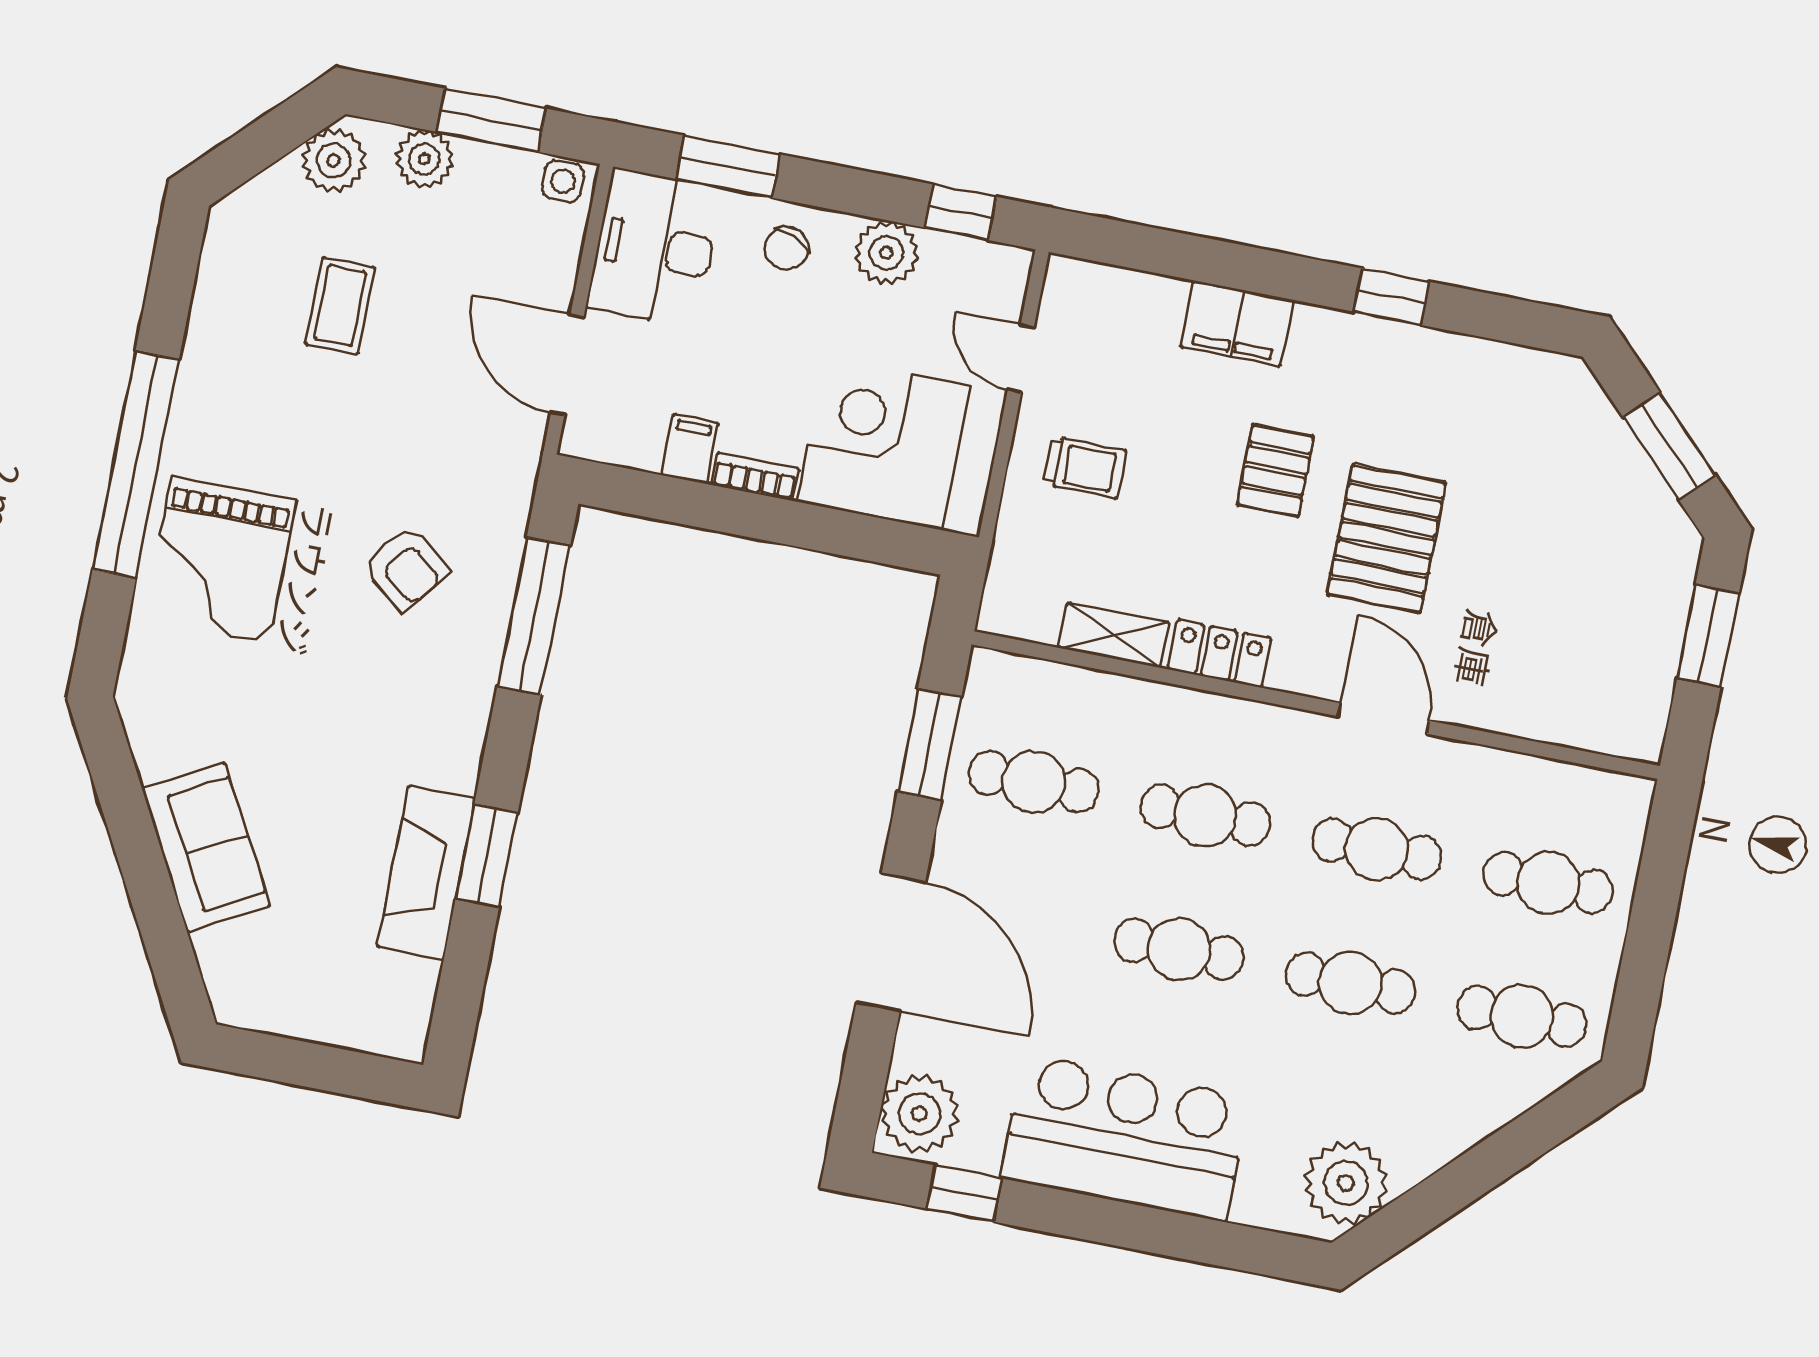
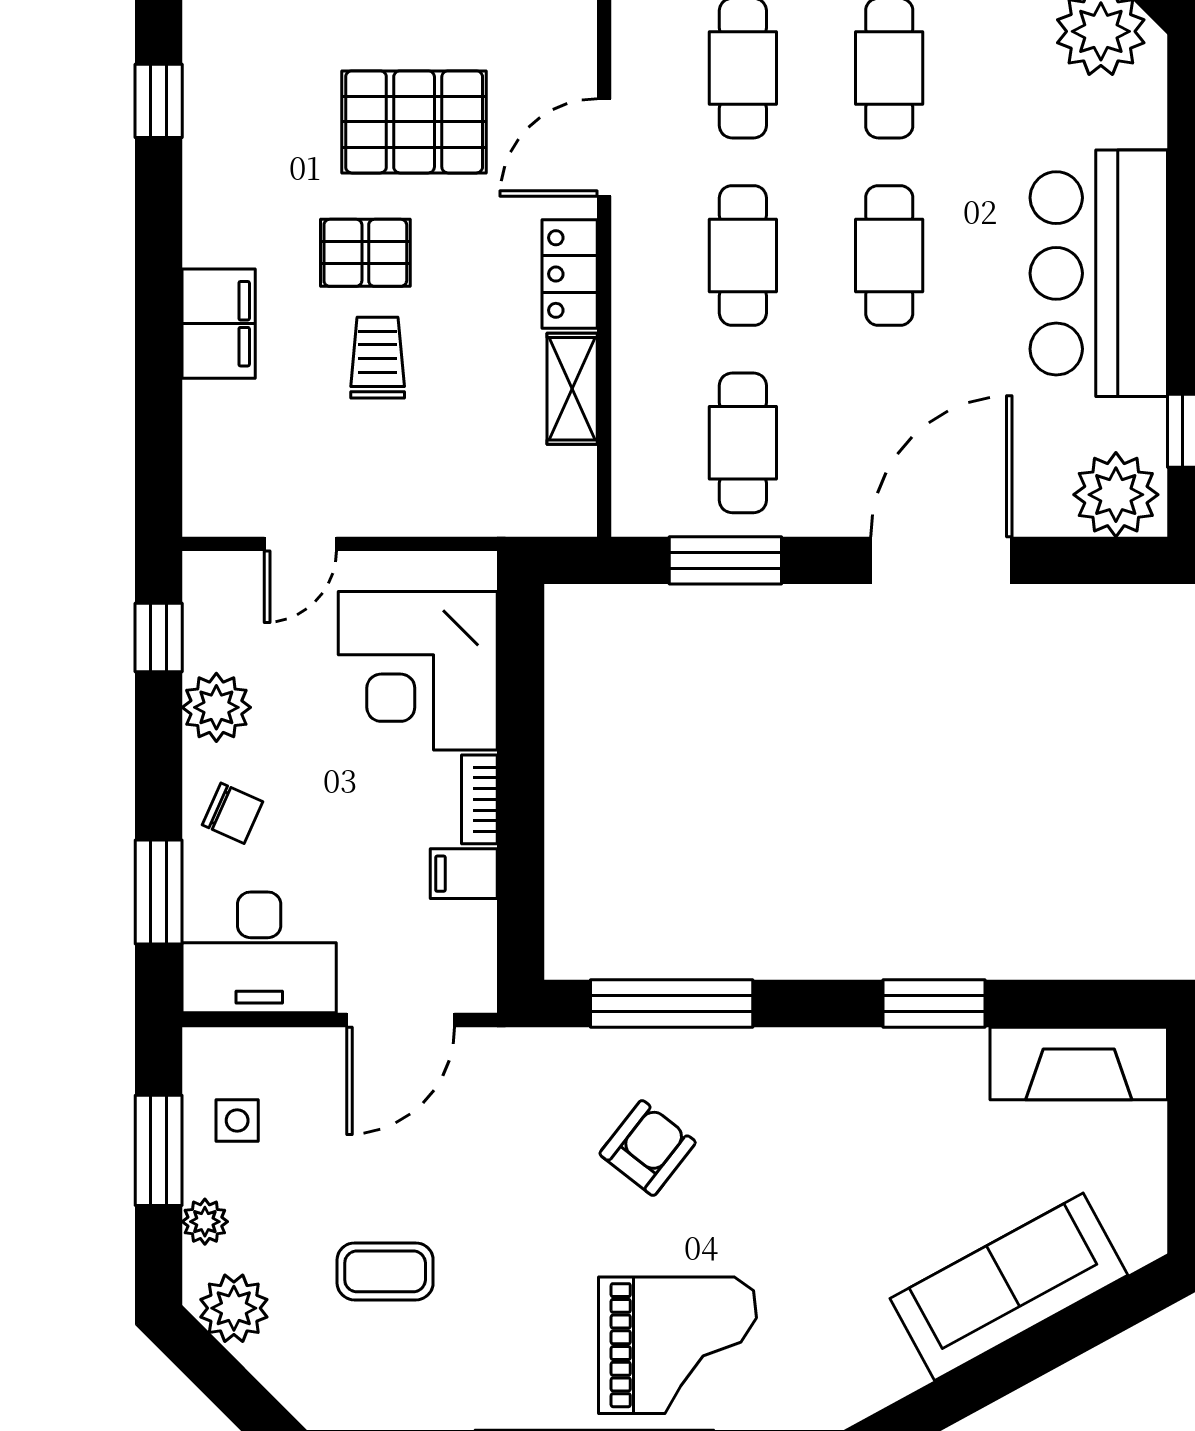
plant: (424, 159) -> (205, 1222), width x0.73, depth x0.73
side table: (563, 181) -> (237, 1121), moved
window: (1392, 297) -> (159, 101), moved
trolley: (1085, 467) -> (378, 358), moved
door: (1384, 719) -> (604, 148), moved
sofa: (206, 848) -> (1009, 1287), width x1.36
fireplace: (426, 873) -> (1079, 1063), moved

